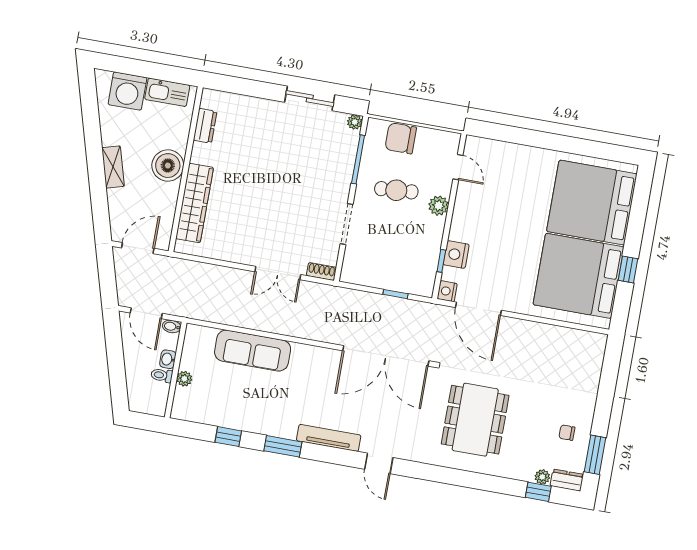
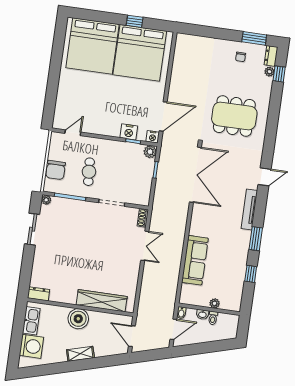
dresser: (205, 126) -> (39, 294), moved
plant: (439, 206) -> (150, 152), moved

